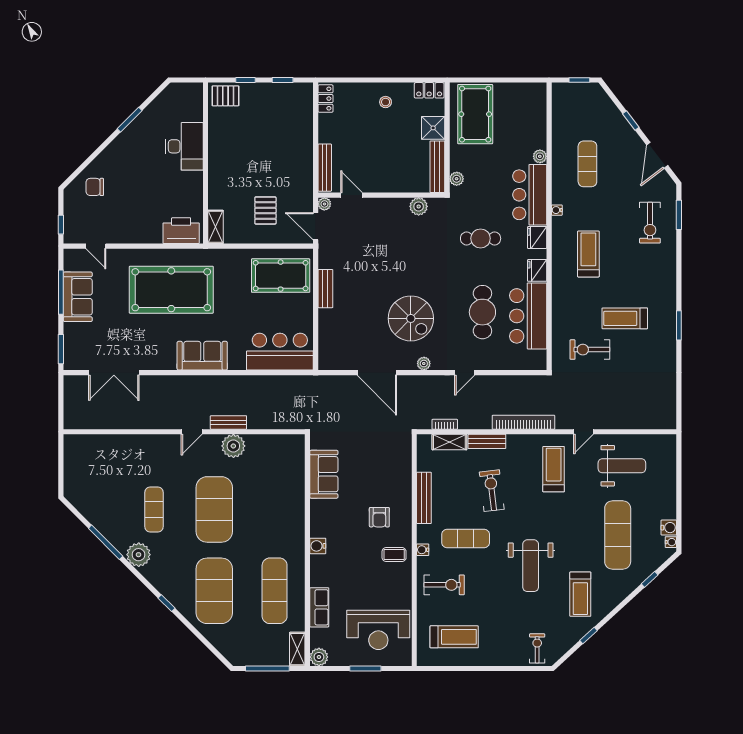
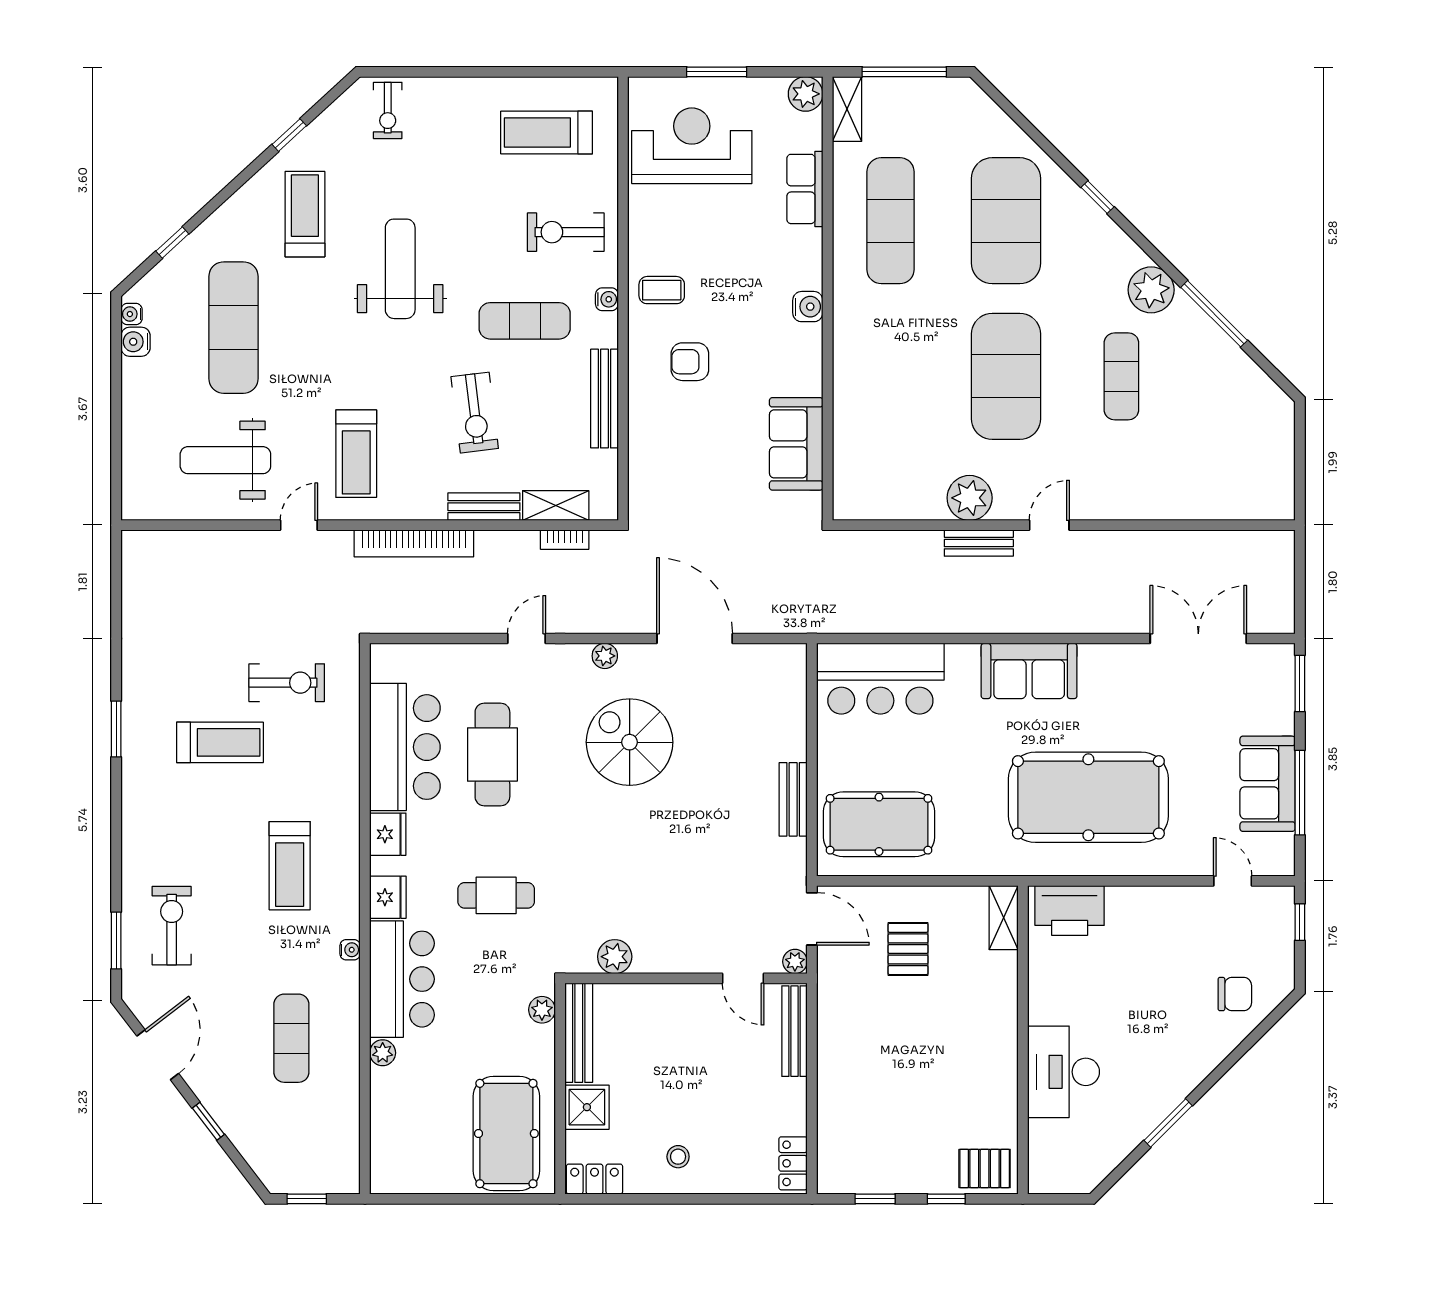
armchair: (379, 517) -> (690, 362), turned -90

